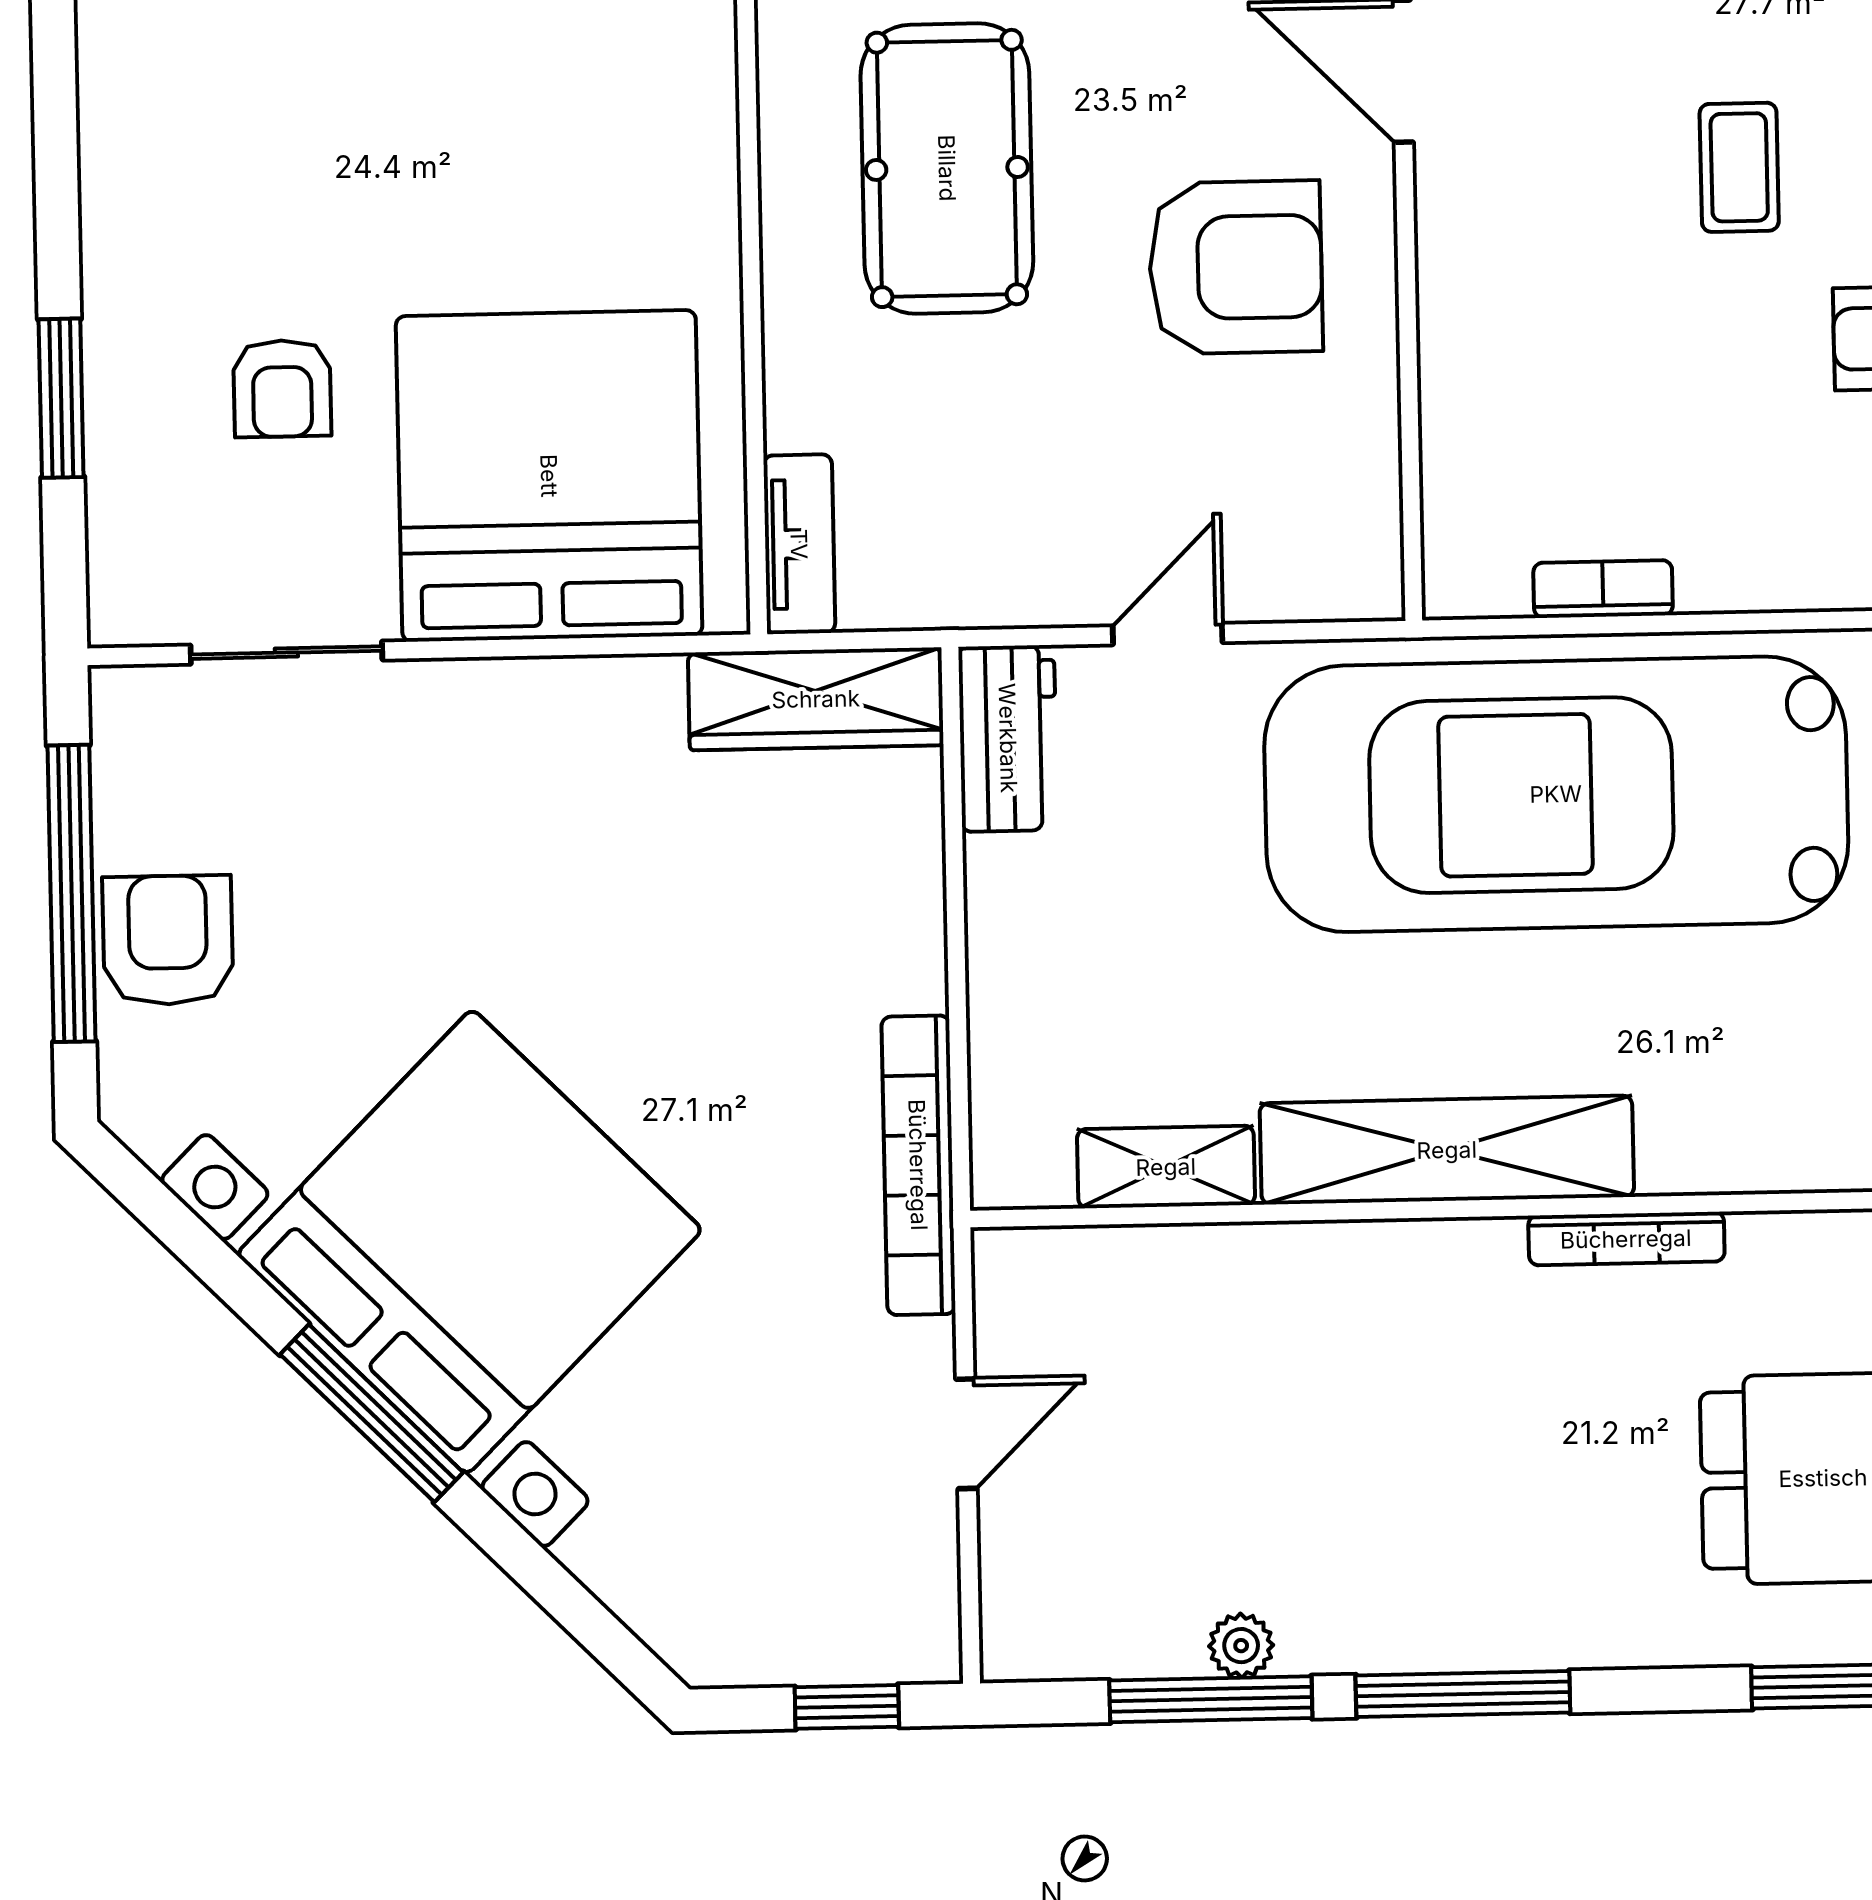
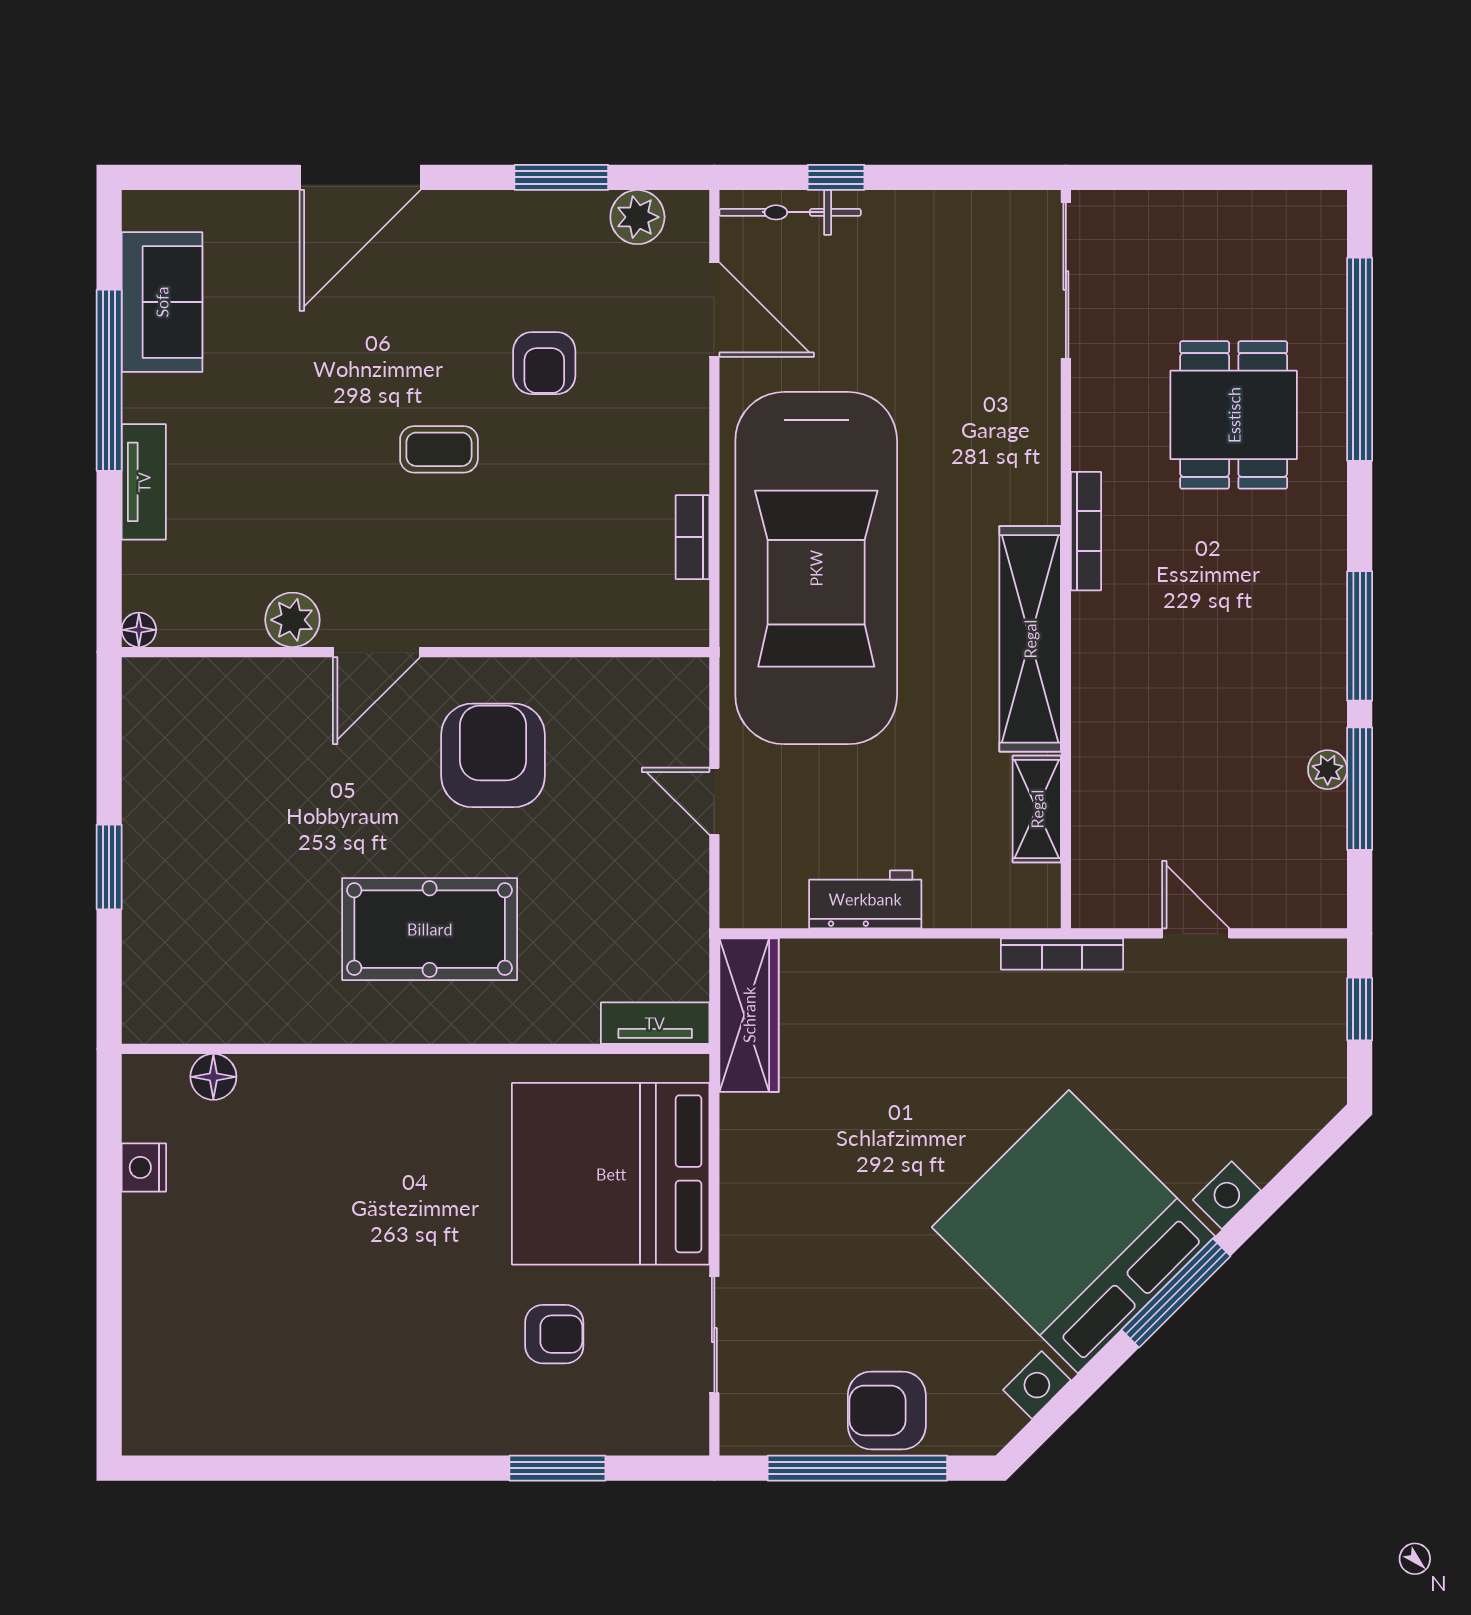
workbench: (1008, 738) -> (865, 899), moved
bookcase: (918, 1165) -> (1062, 954), width x0.68, depth x0.76

